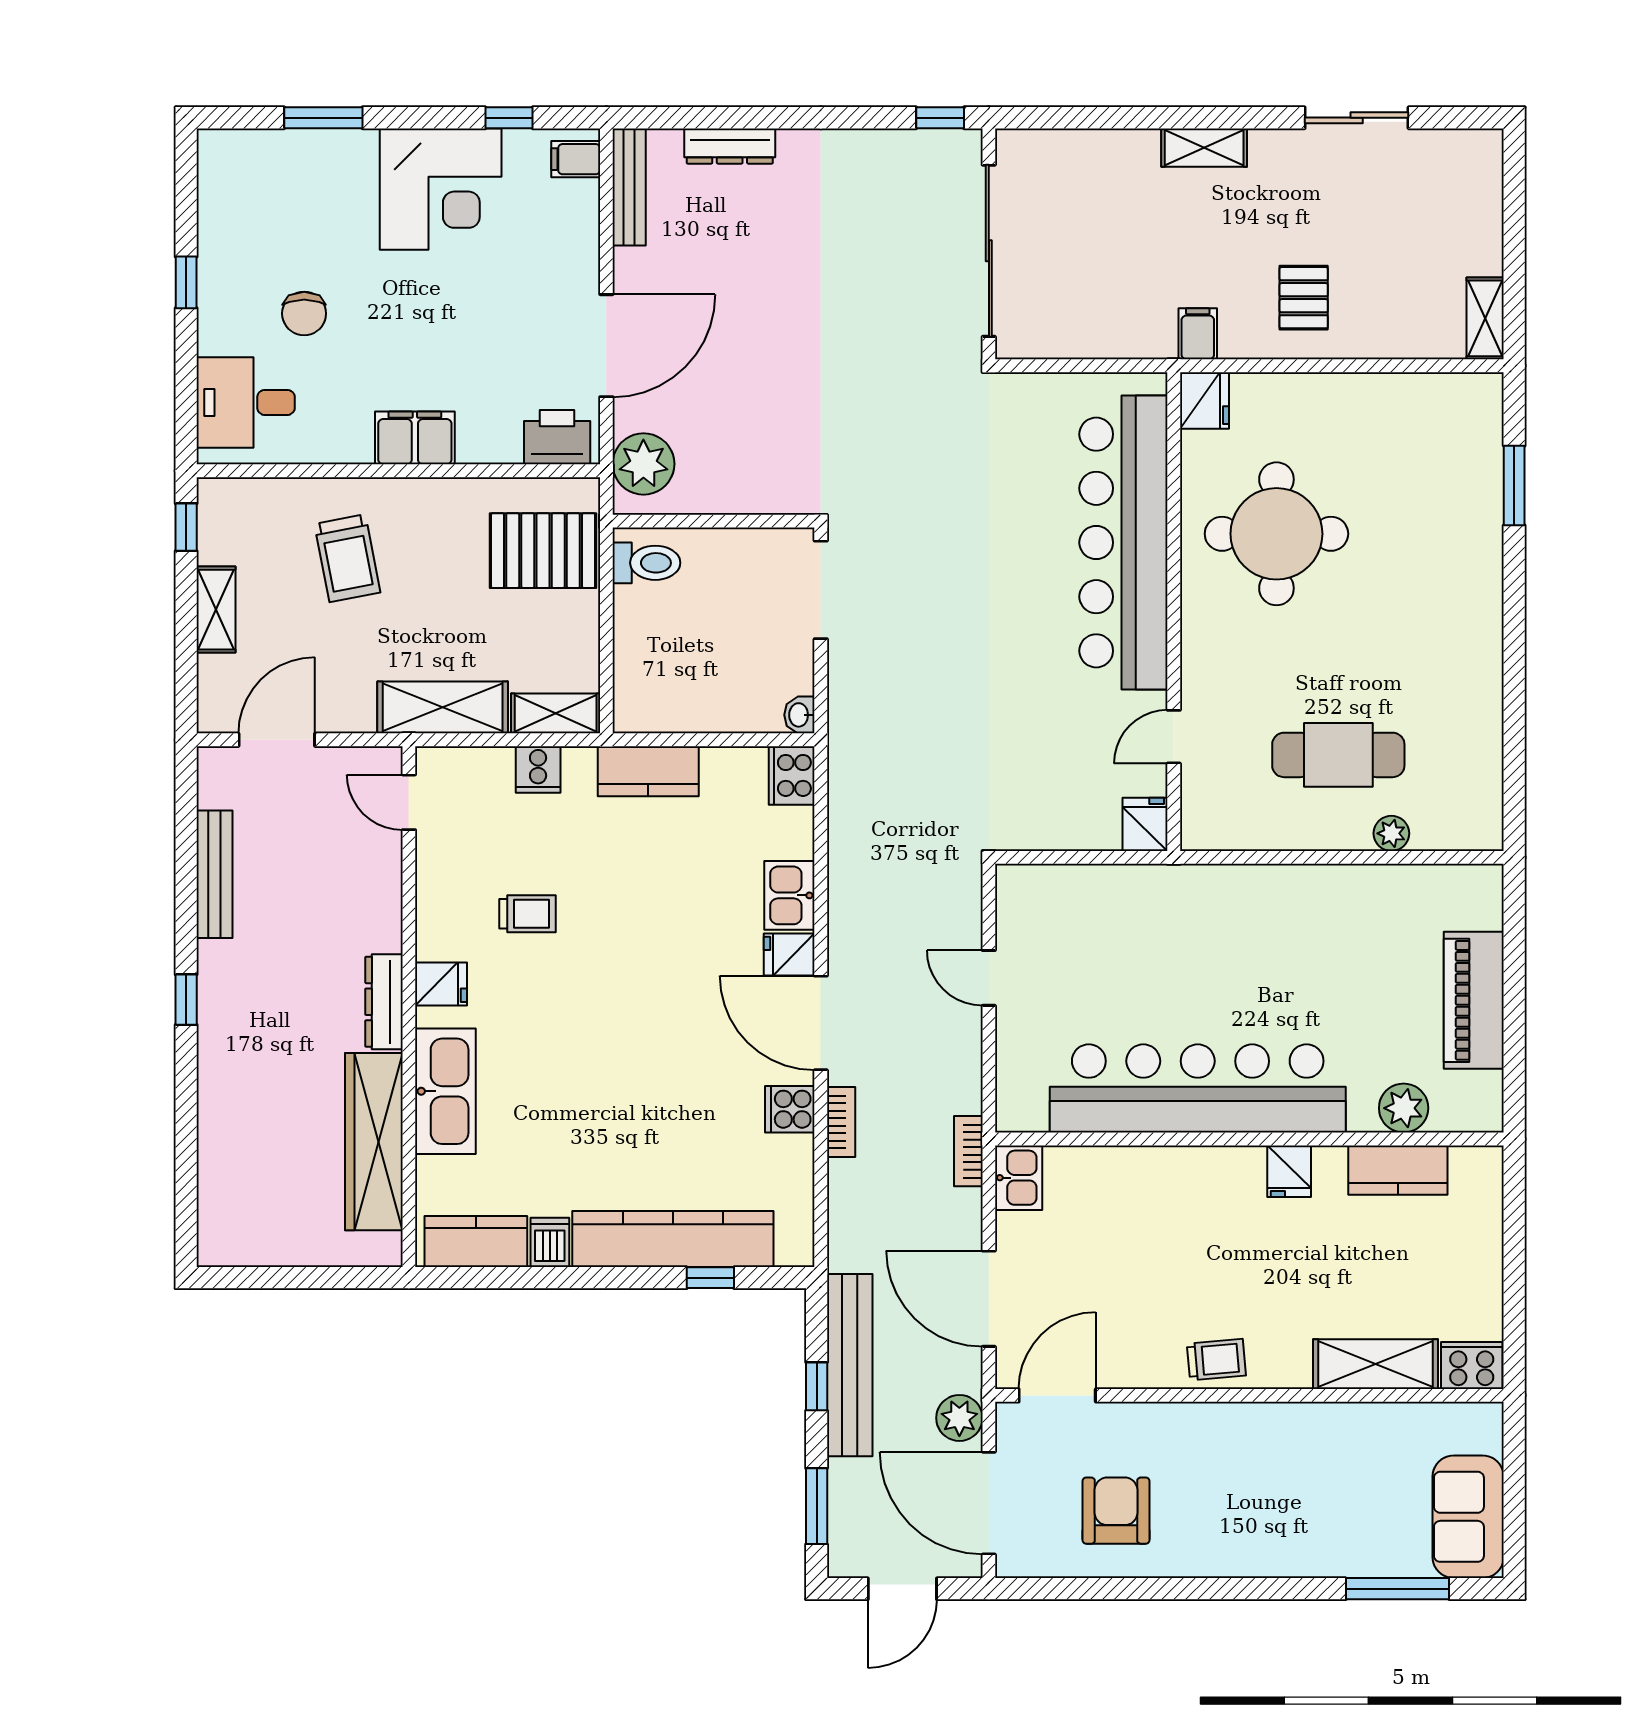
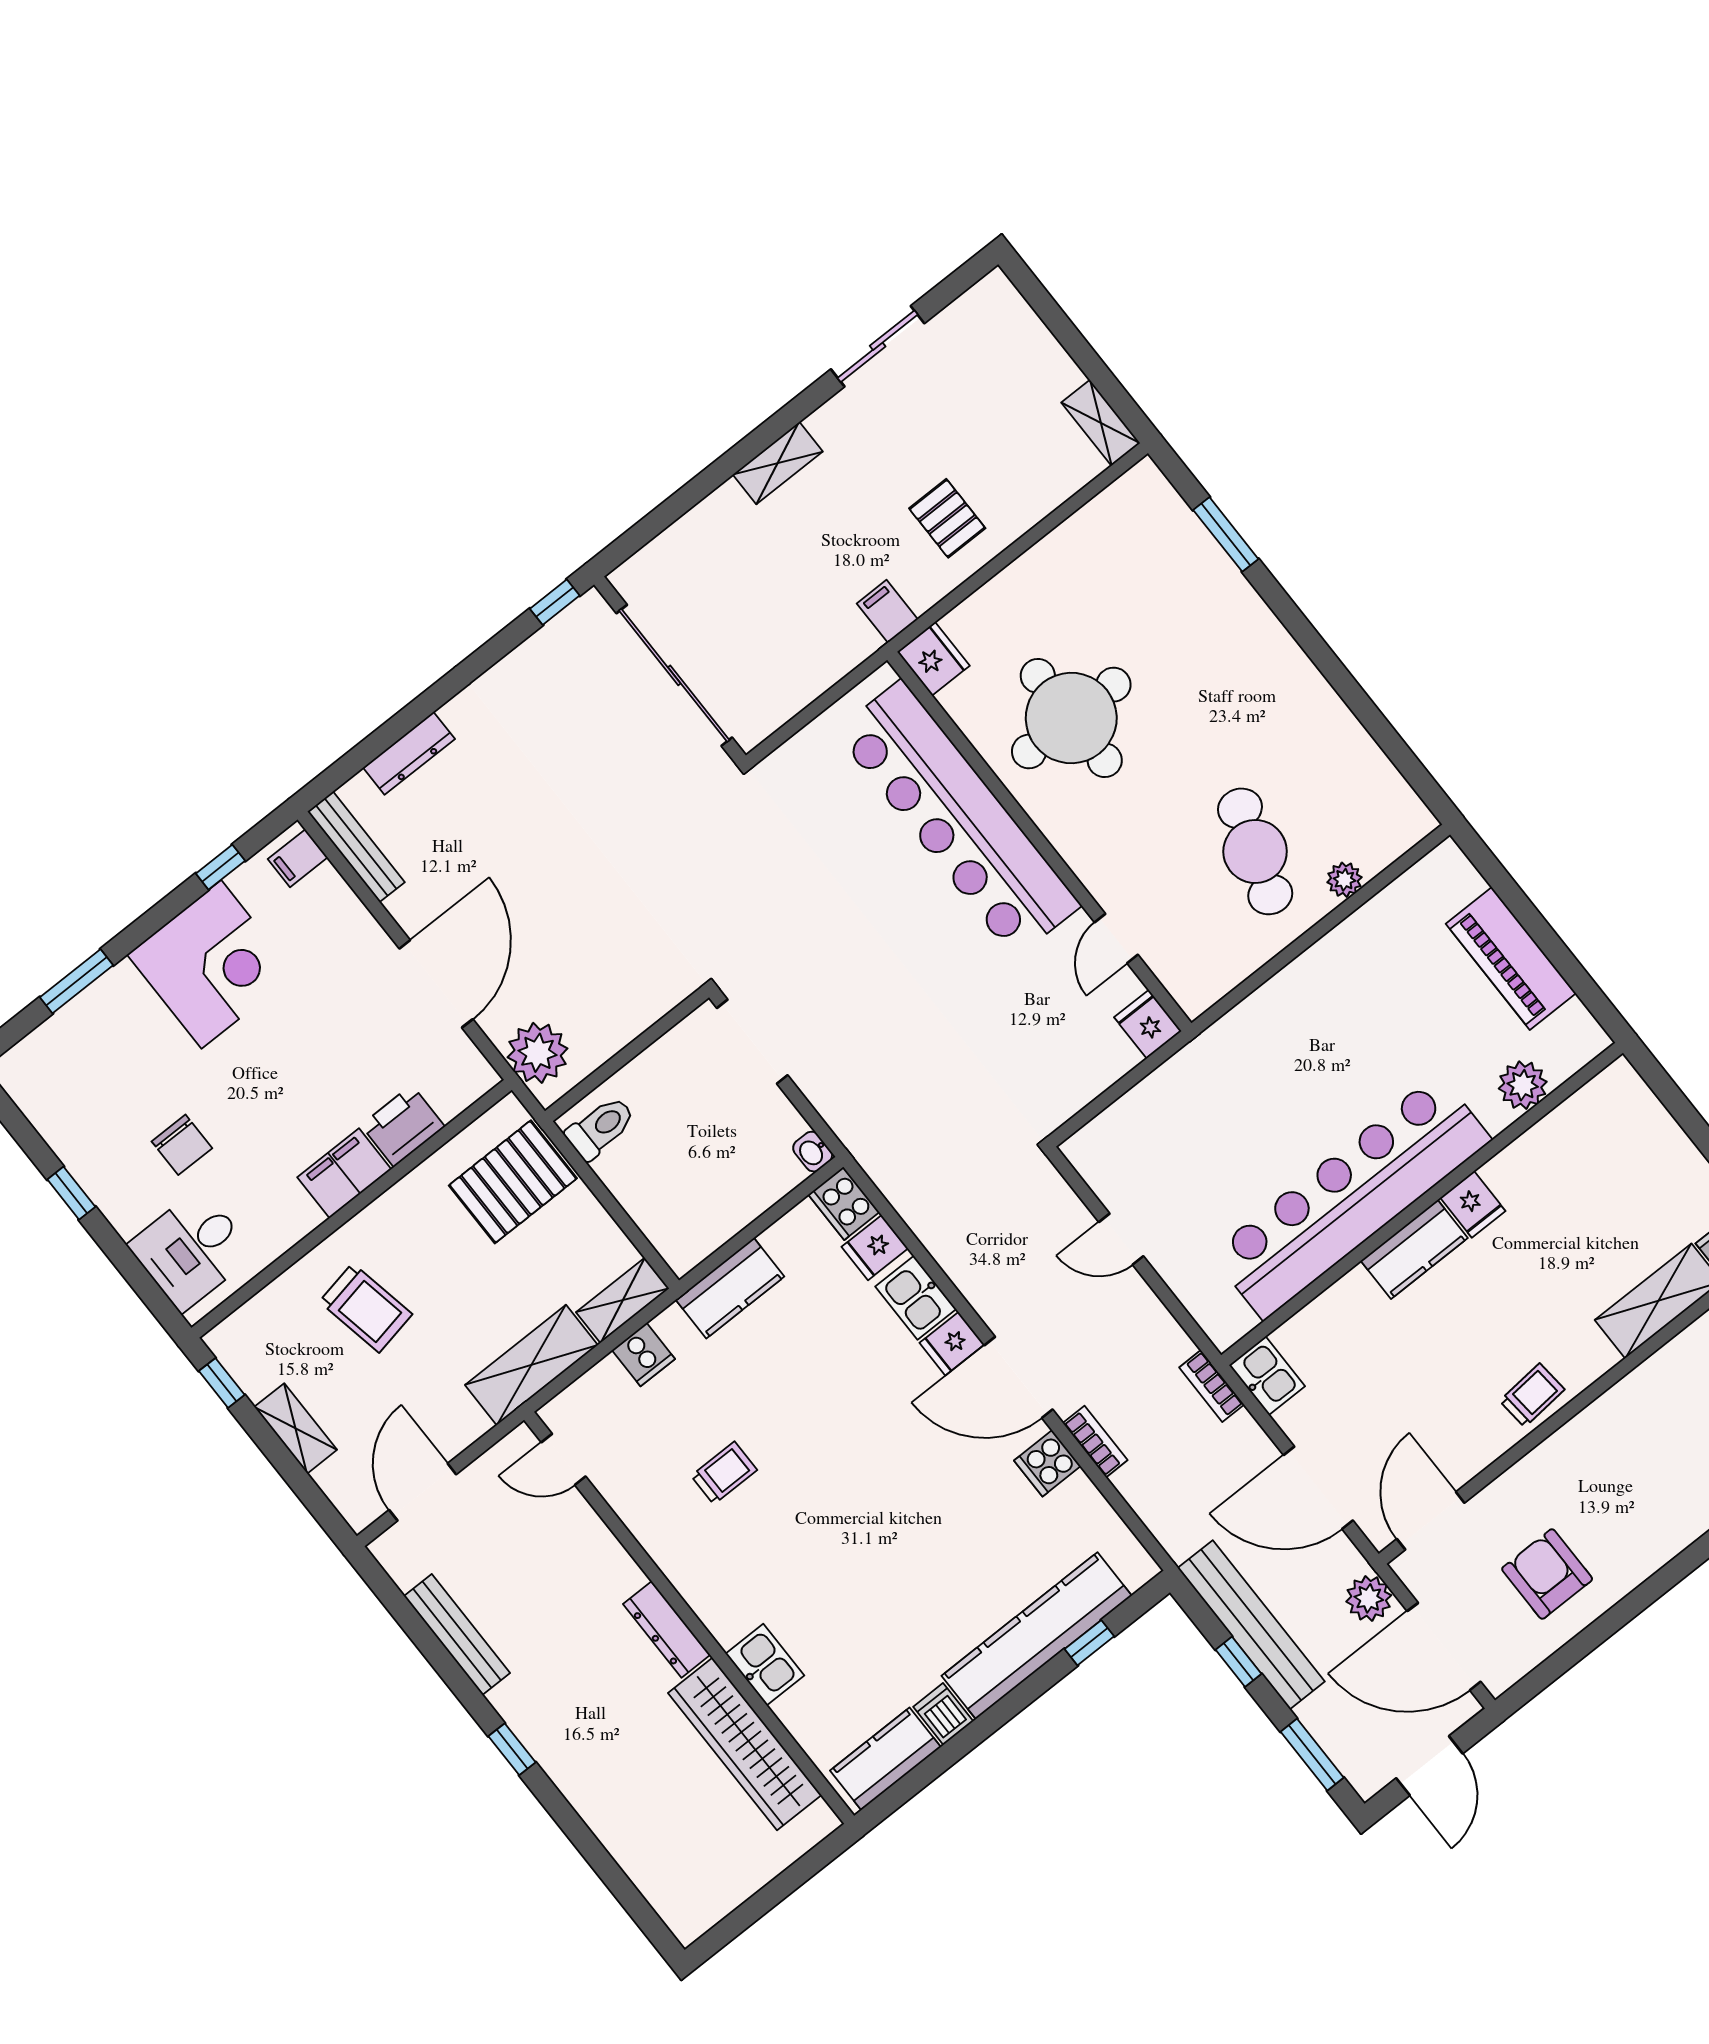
printer: (557, 437) -> (403, 1126), moved
cafe table: (1338, 755) -> (1255, 851), turned -71
fridge: (441, 984) -> (875, 1248), moved, turned 180
kitchen sink: (445, 1091) -> (765, 1665), width x0.53, depth x0.81
kitchen counter: (1398, 1170) -> (1414, 1249), moved

